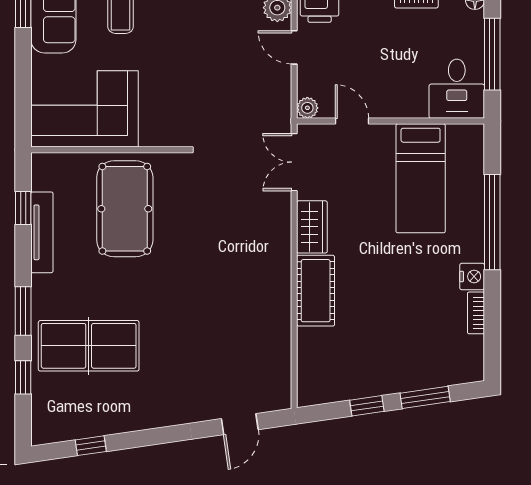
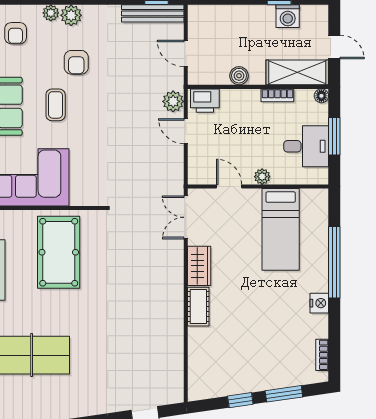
window: (492, 54) -> (334, 136), width x0.69
desk: (457, 89) -> (306, 146), moved, turned -90
plant: (307, 108) -> (262, 177), moved
cot: (316, 291) -> (198, 307), width x0.73, depth x0.75
bookcase: (476, 313) -> (322, 355), moved

